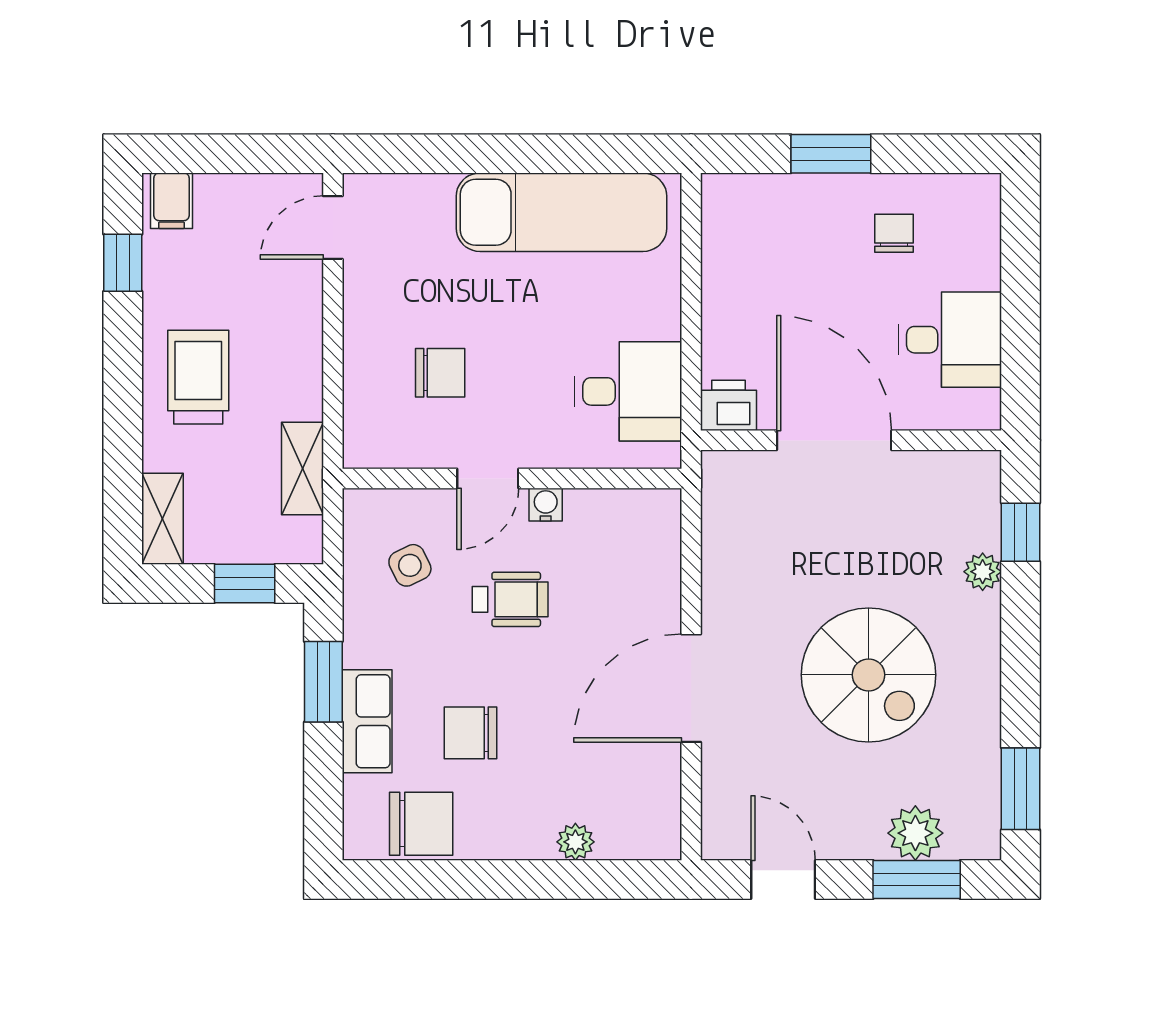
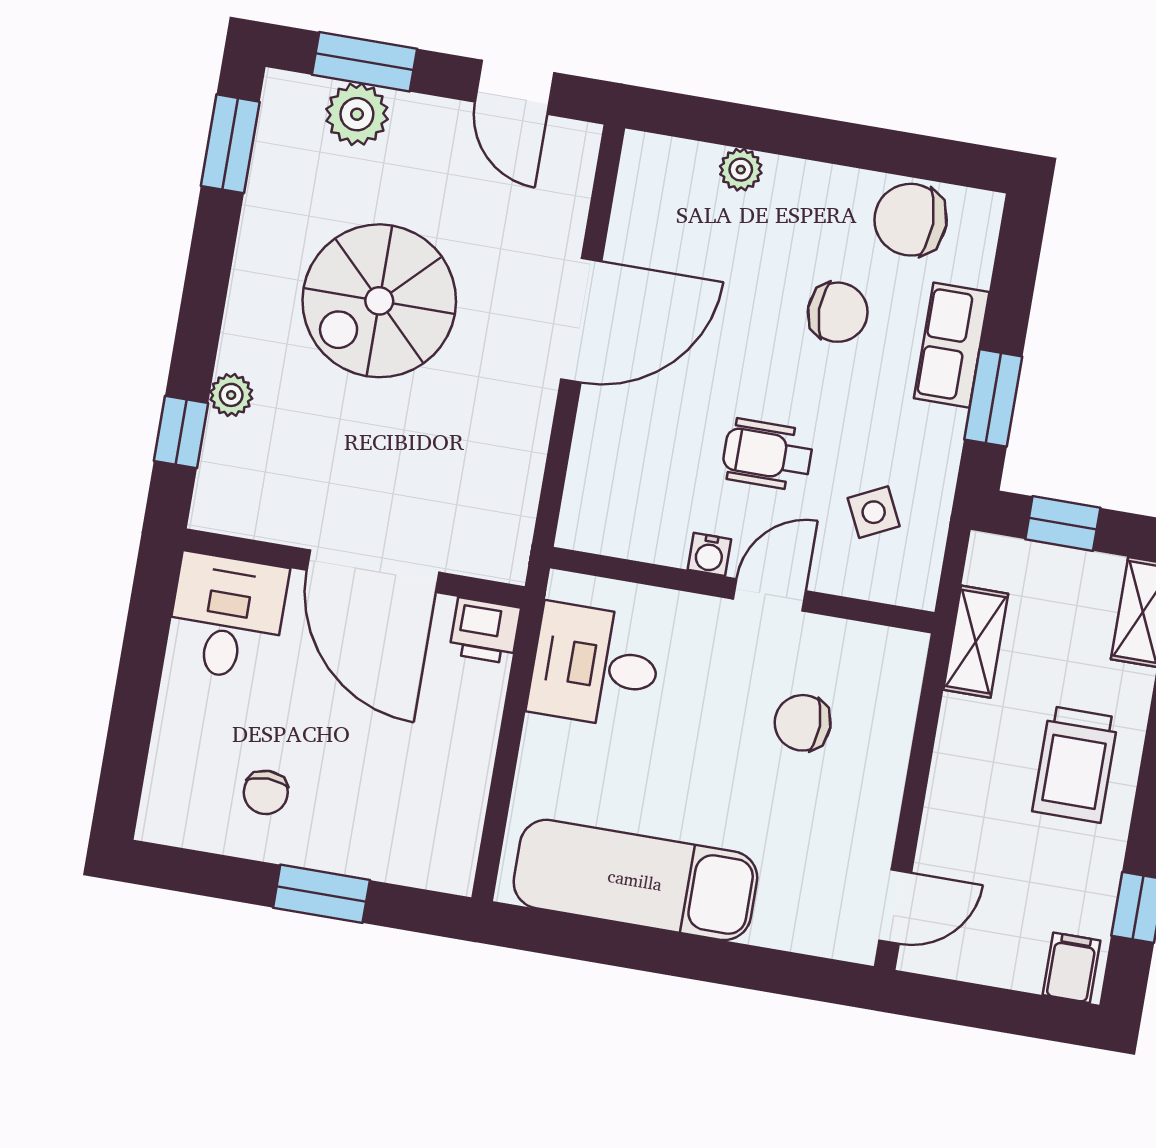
desk: (950, 340) -> (227, 617), moved, turned 90
spiral stairs: (869, 675) -> (379, 301), turned -90

